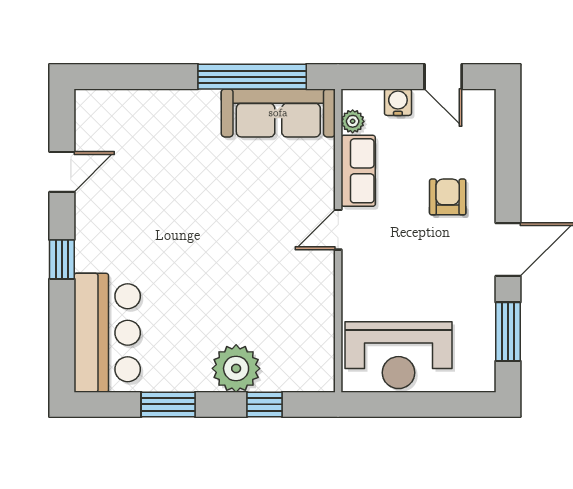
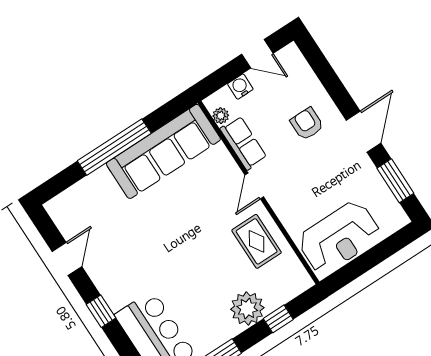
window: (252, 77) -> (114, 147), moved
sofa: (278, 113) -> (163, 151), width x1.36, depth x1.27
rug: (298, 297) -> (257, 241), added

